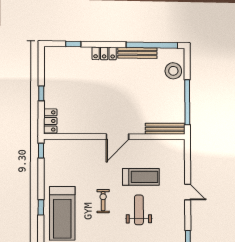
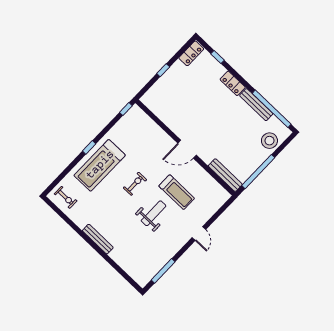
locker: (50, 121) -> (191, 53), moved

